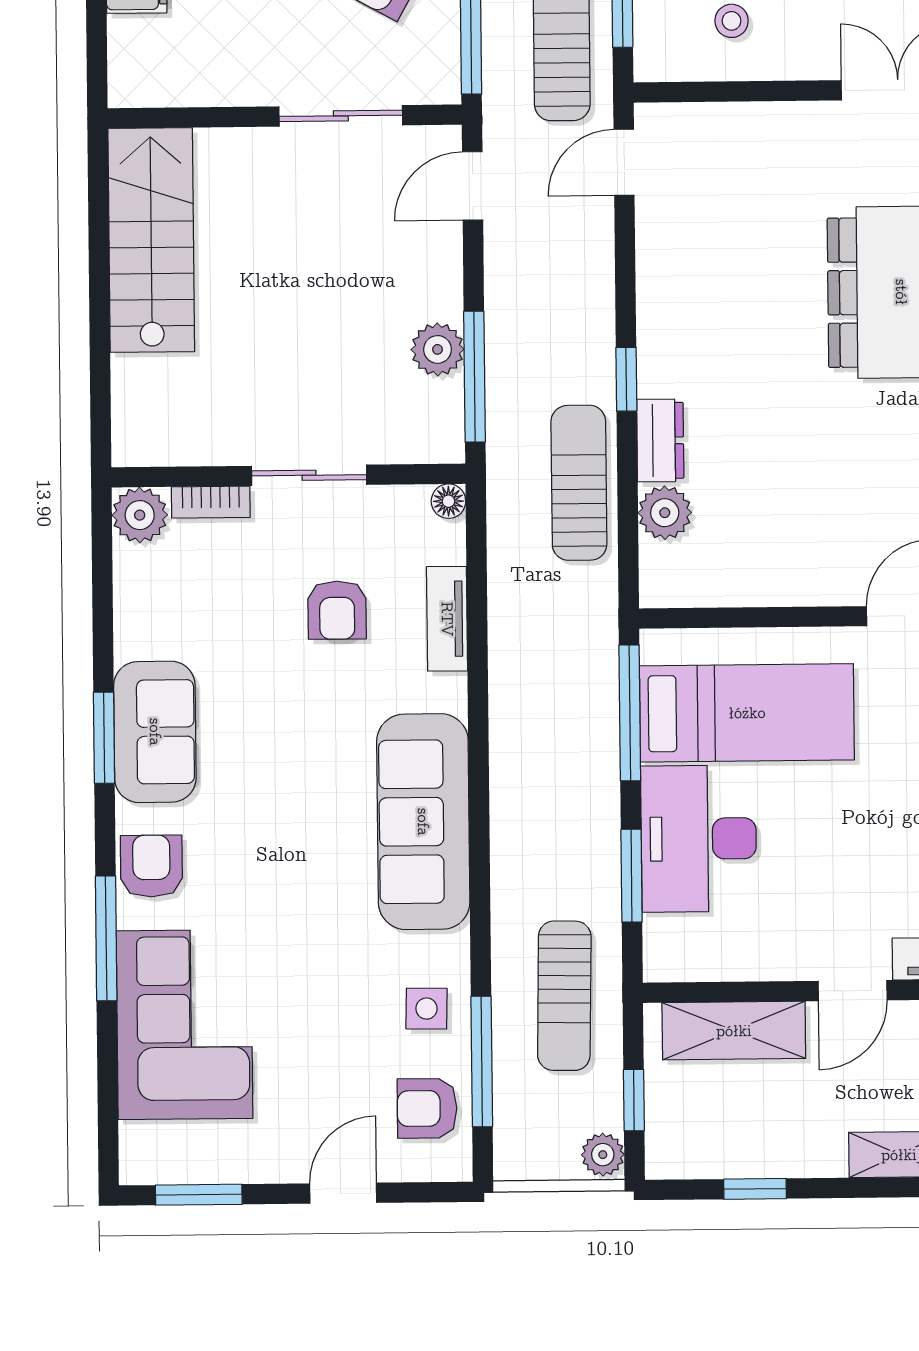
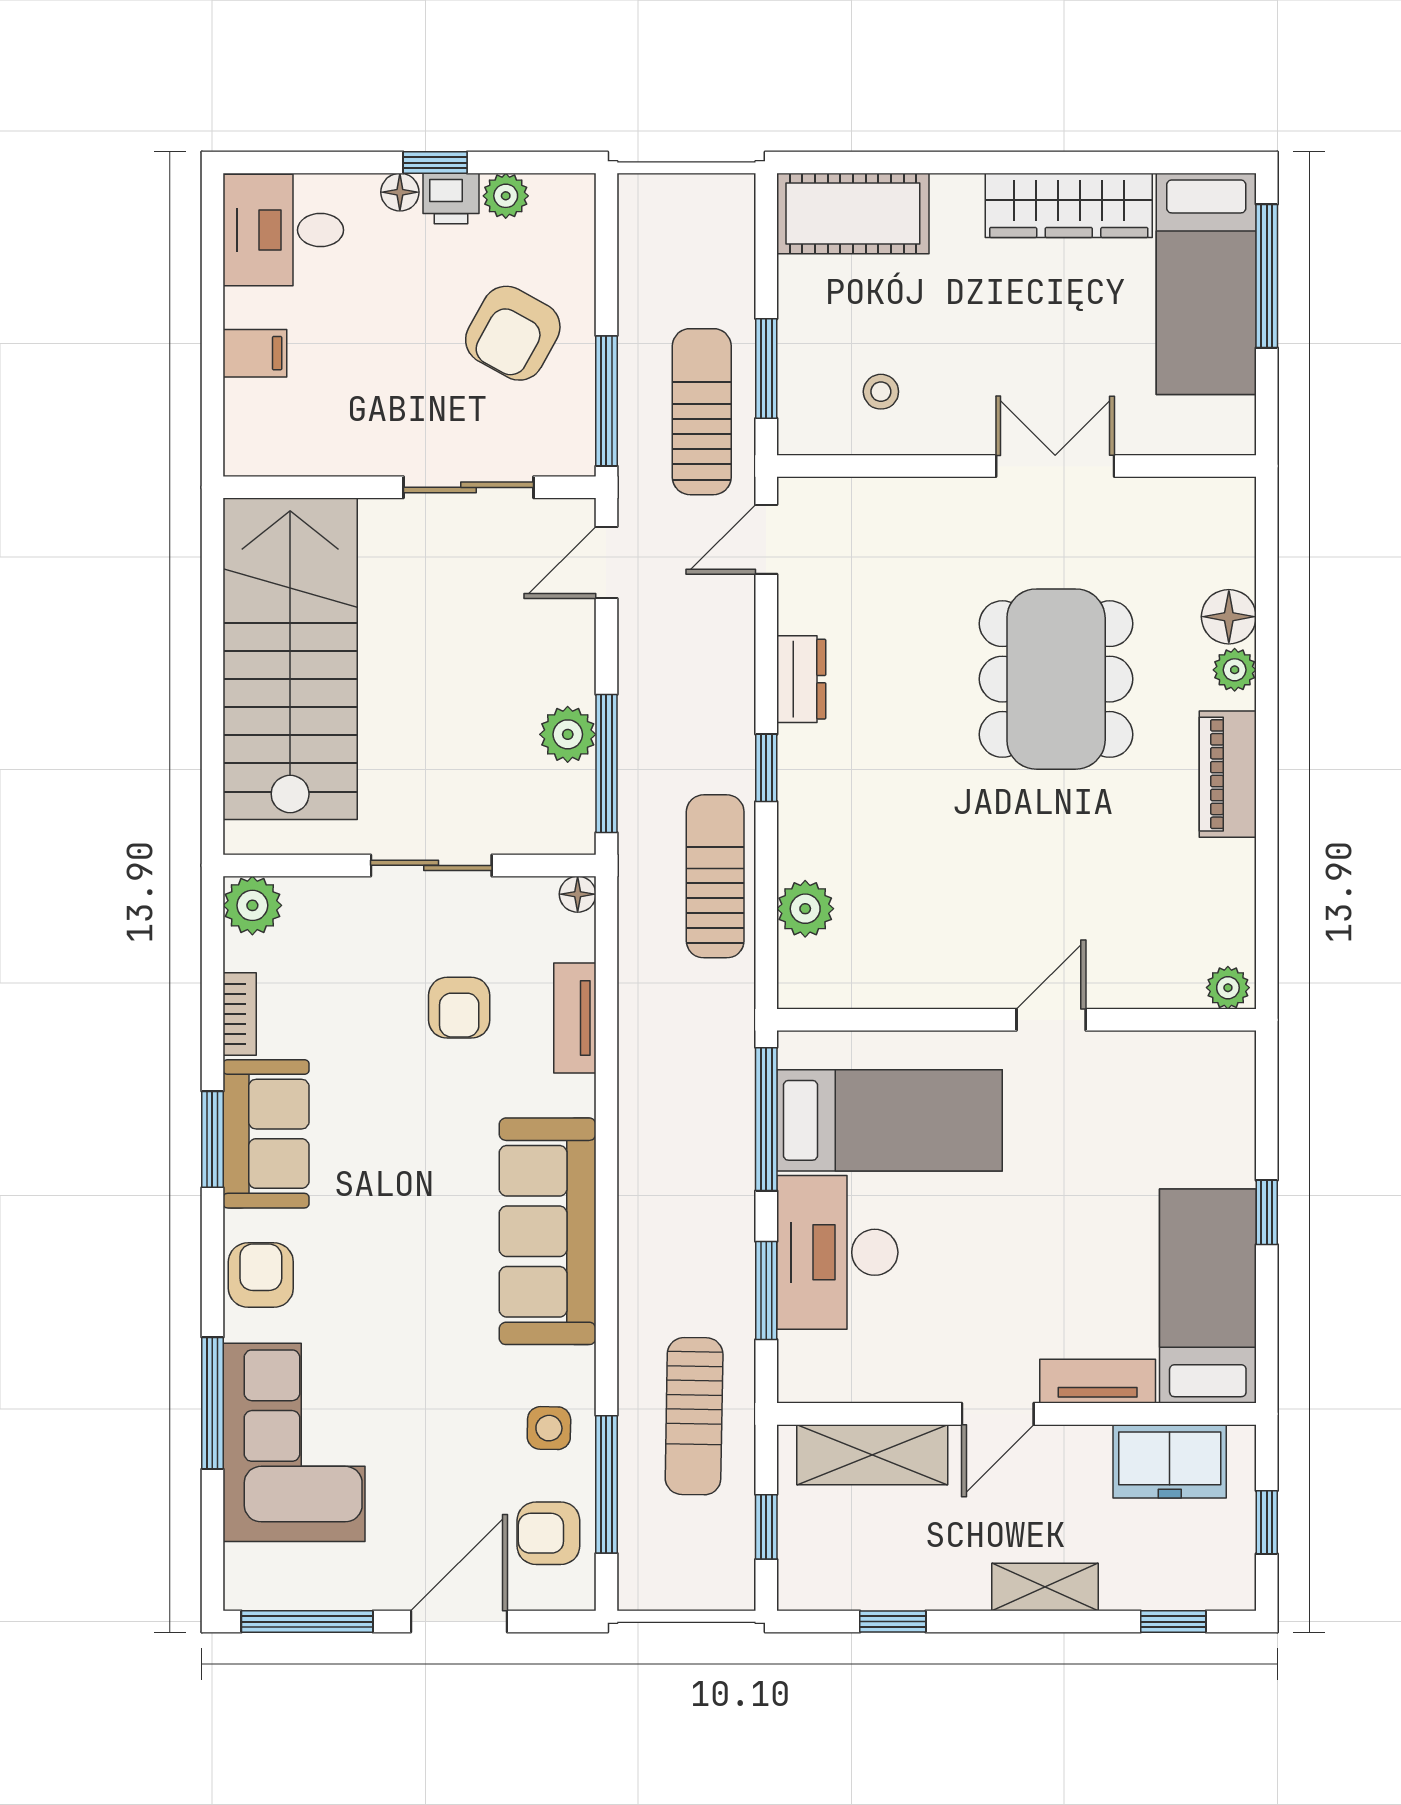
stairs: (151, 240) -> (290, 659), width x1.36, depth x1.51
dresser: (660, 440) -> (801, 679), moved
bookcase: (211, 502) -> (240, 1014), moved, turned -90
window: (106, 938) -> (212, 1403), moved
plant: (603, 1155) -> (733, 1584), removed
door: (343, 1193) -> (459, 1622), width x1.38
window: (199, 1195) -> (307, 1622), width x1.44

